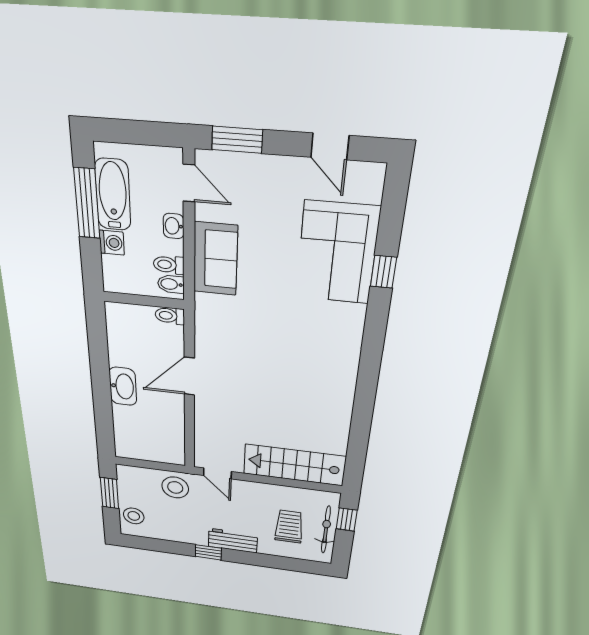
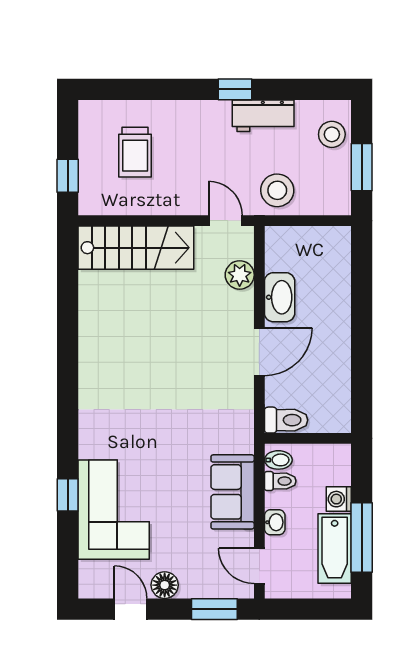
floor lamp: (290, 170) -> (165, 585), added
toilet: (170, 316) -> (286, 420), width x1.37, depth x1.39
washbasin: (123, 386) -> (280, 297), moved, turned 180
plant: (206, 435) -> (240, 275), added
bicycle: (326, 530) -> (90, 155), removed
workbench: (233, 541) -> (263, 116), moved

